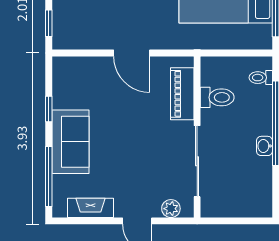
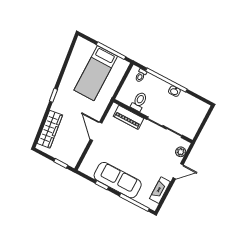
door: (132, 53) -> (96, 131), swing flipped
sofa: (71, 142) -> (118, 180), width x1.36

